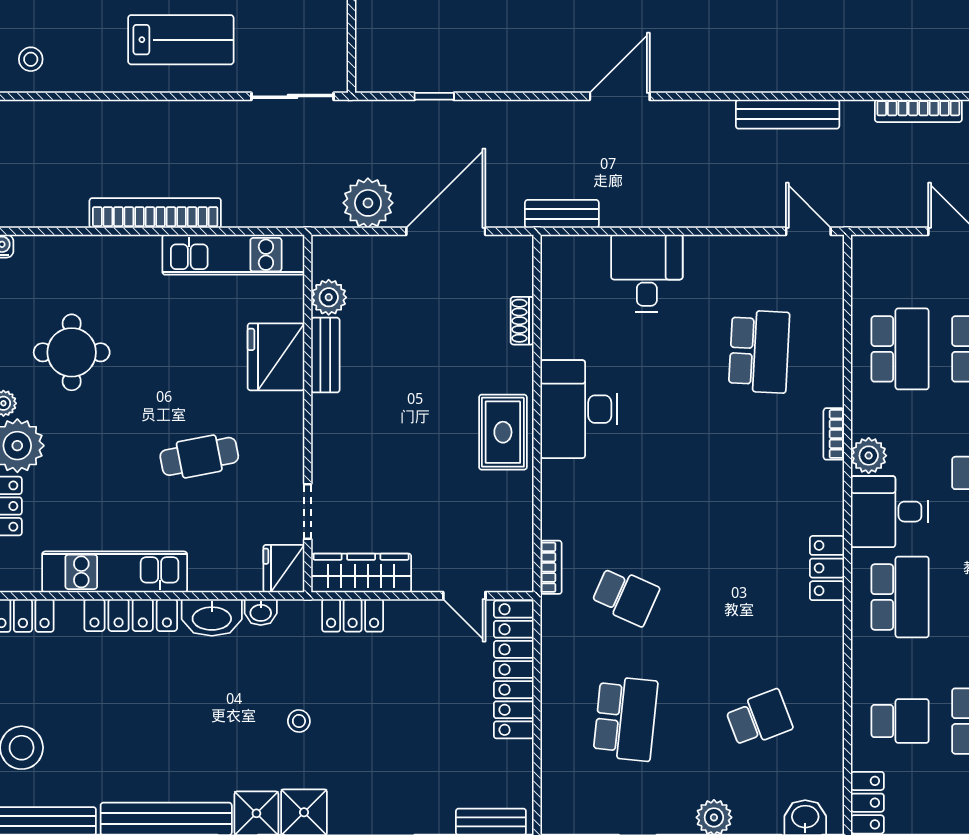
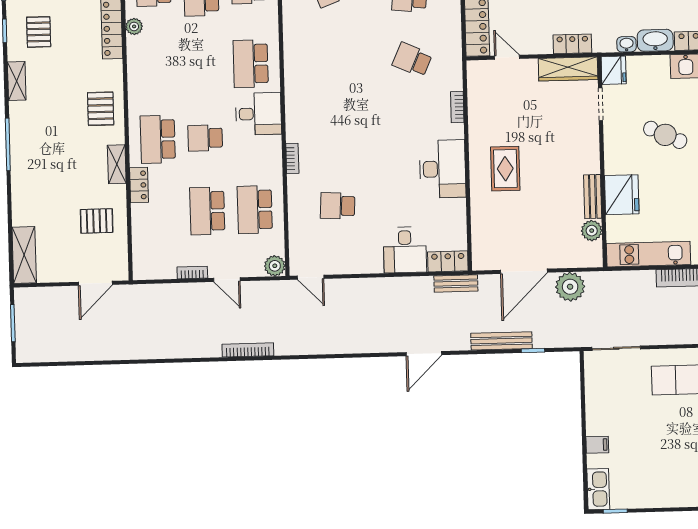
bench: (788, 114) -> (501, 341), moved
shoe rack: (522, 321) -> (477, 220), removed
school desk: (759, 351) -> (338, 206), width x0.54
rug: (503, 432) -> (505, 169), moved
cafe table: (199, 456) -> (665, 135), turned 36
plant: (869, 456) -> (275, 266), moved
bookcase: (551, 567) -> (457, 107), moved
locker: (827, 568) -> (448, 261), moved, turned -90

